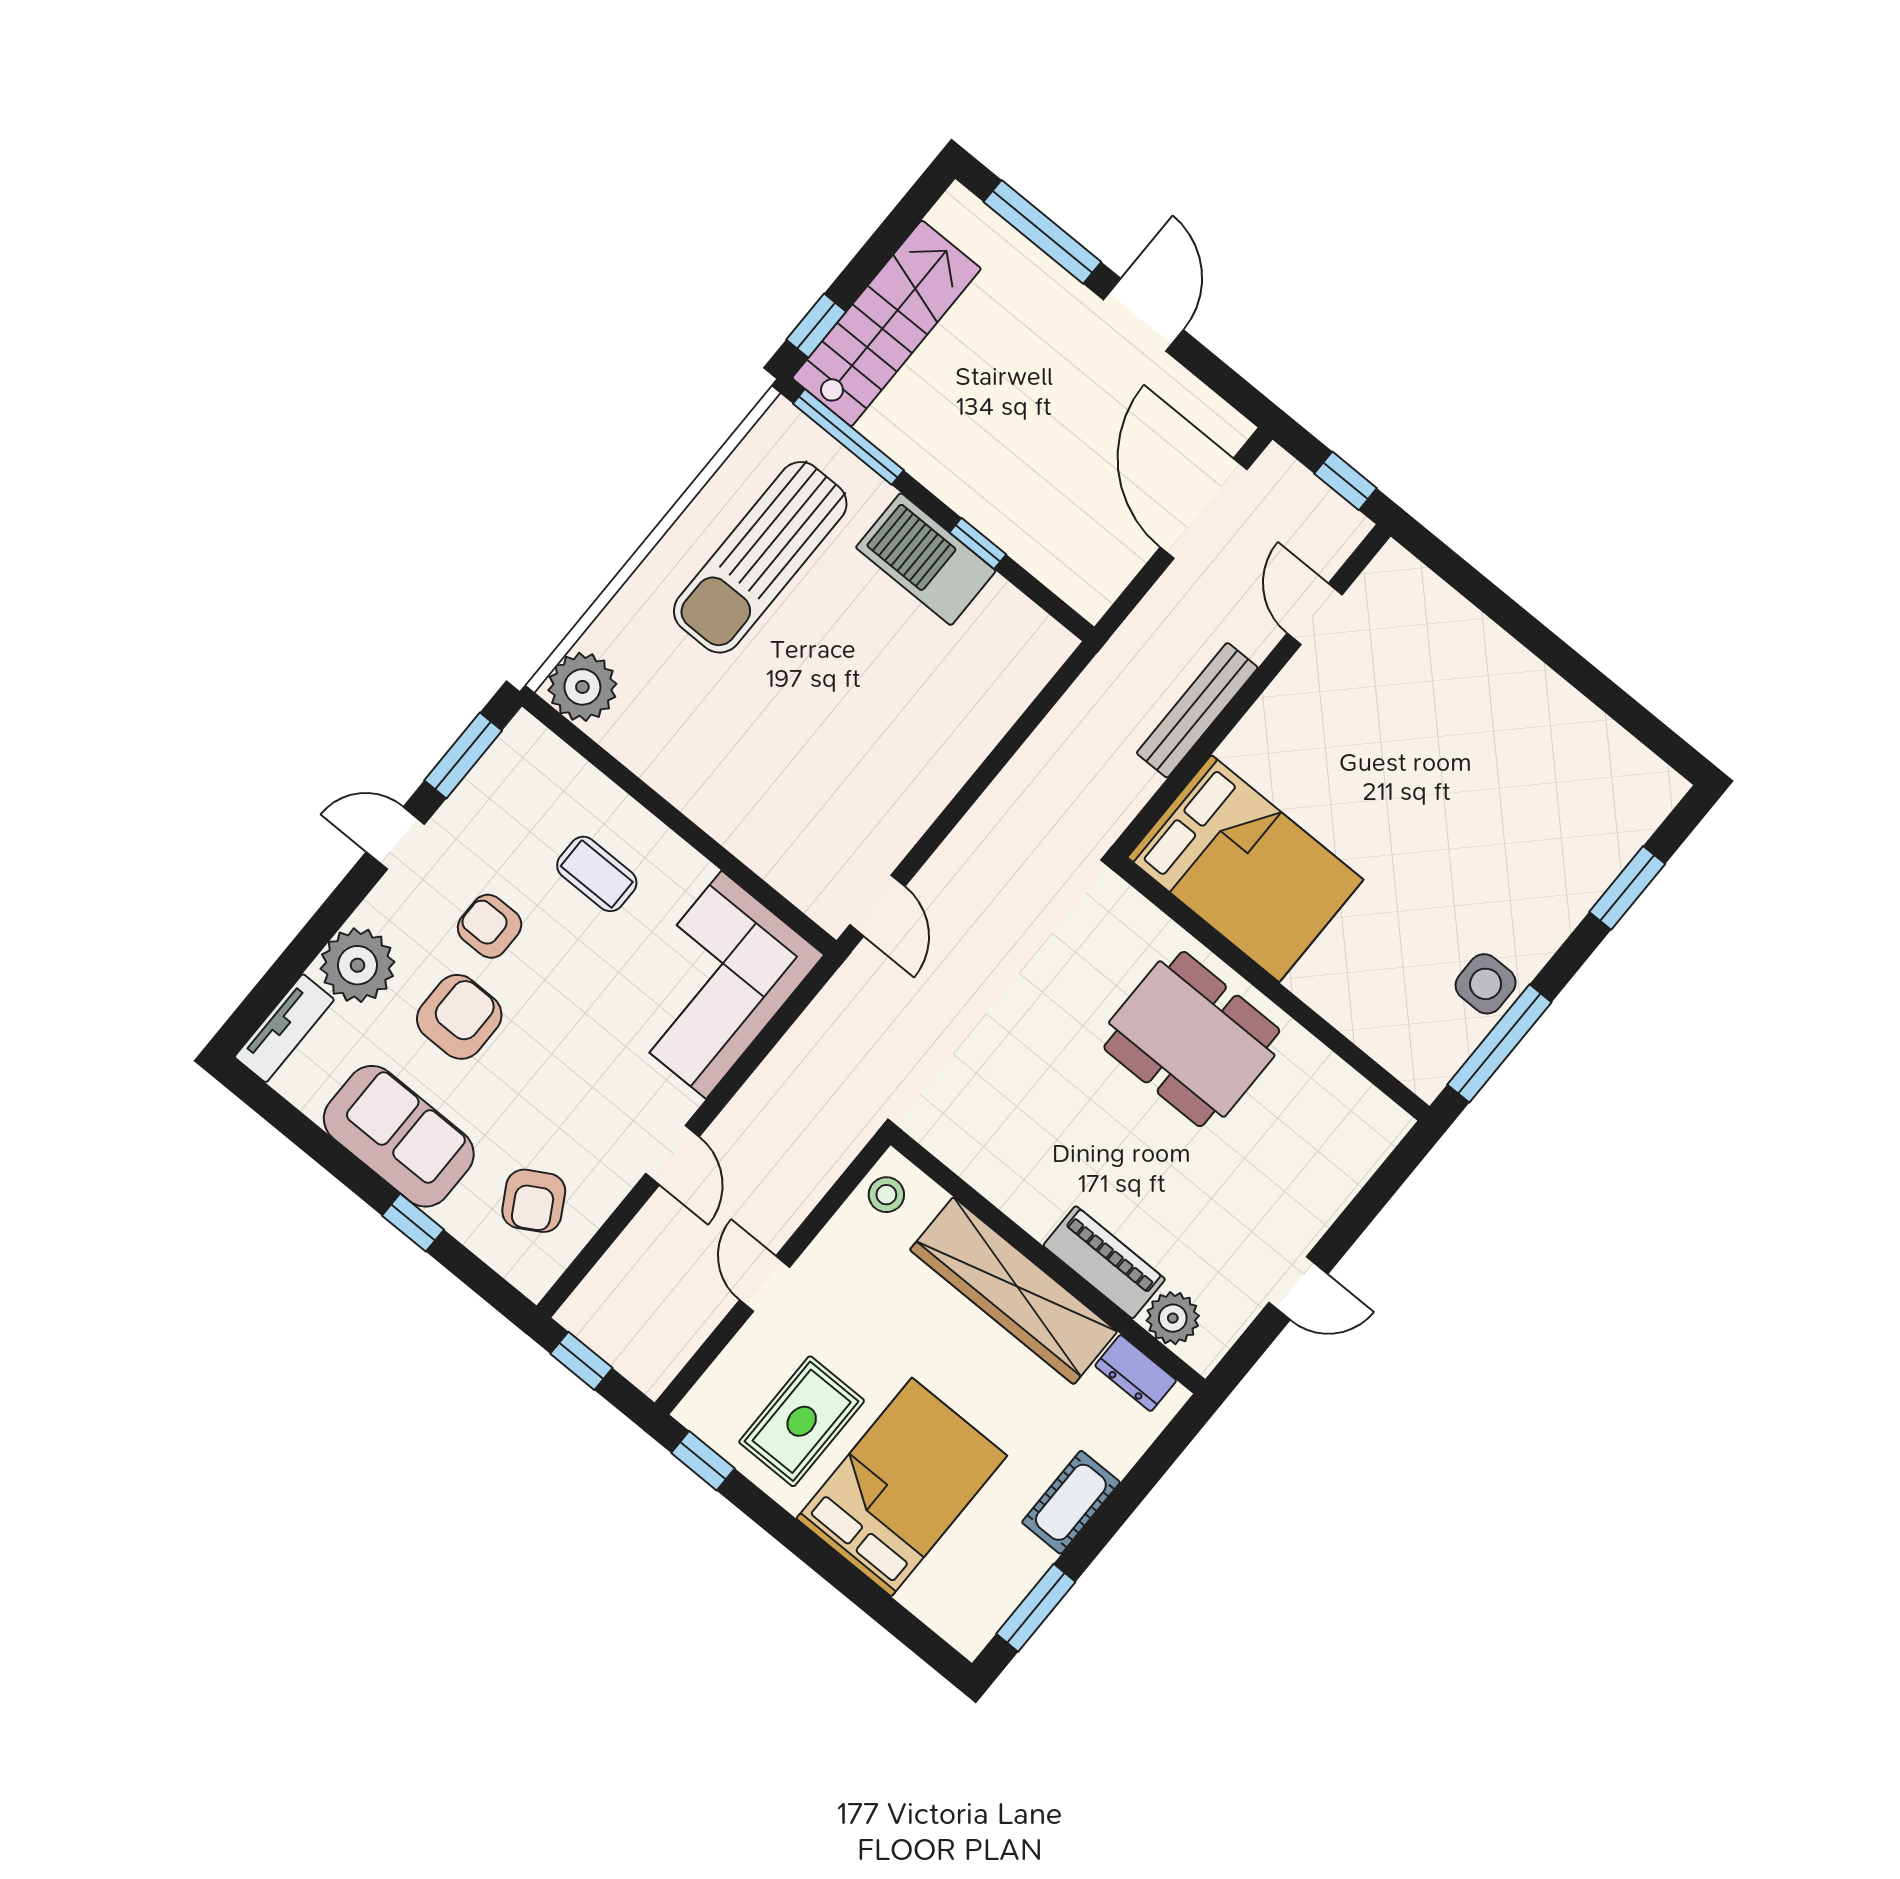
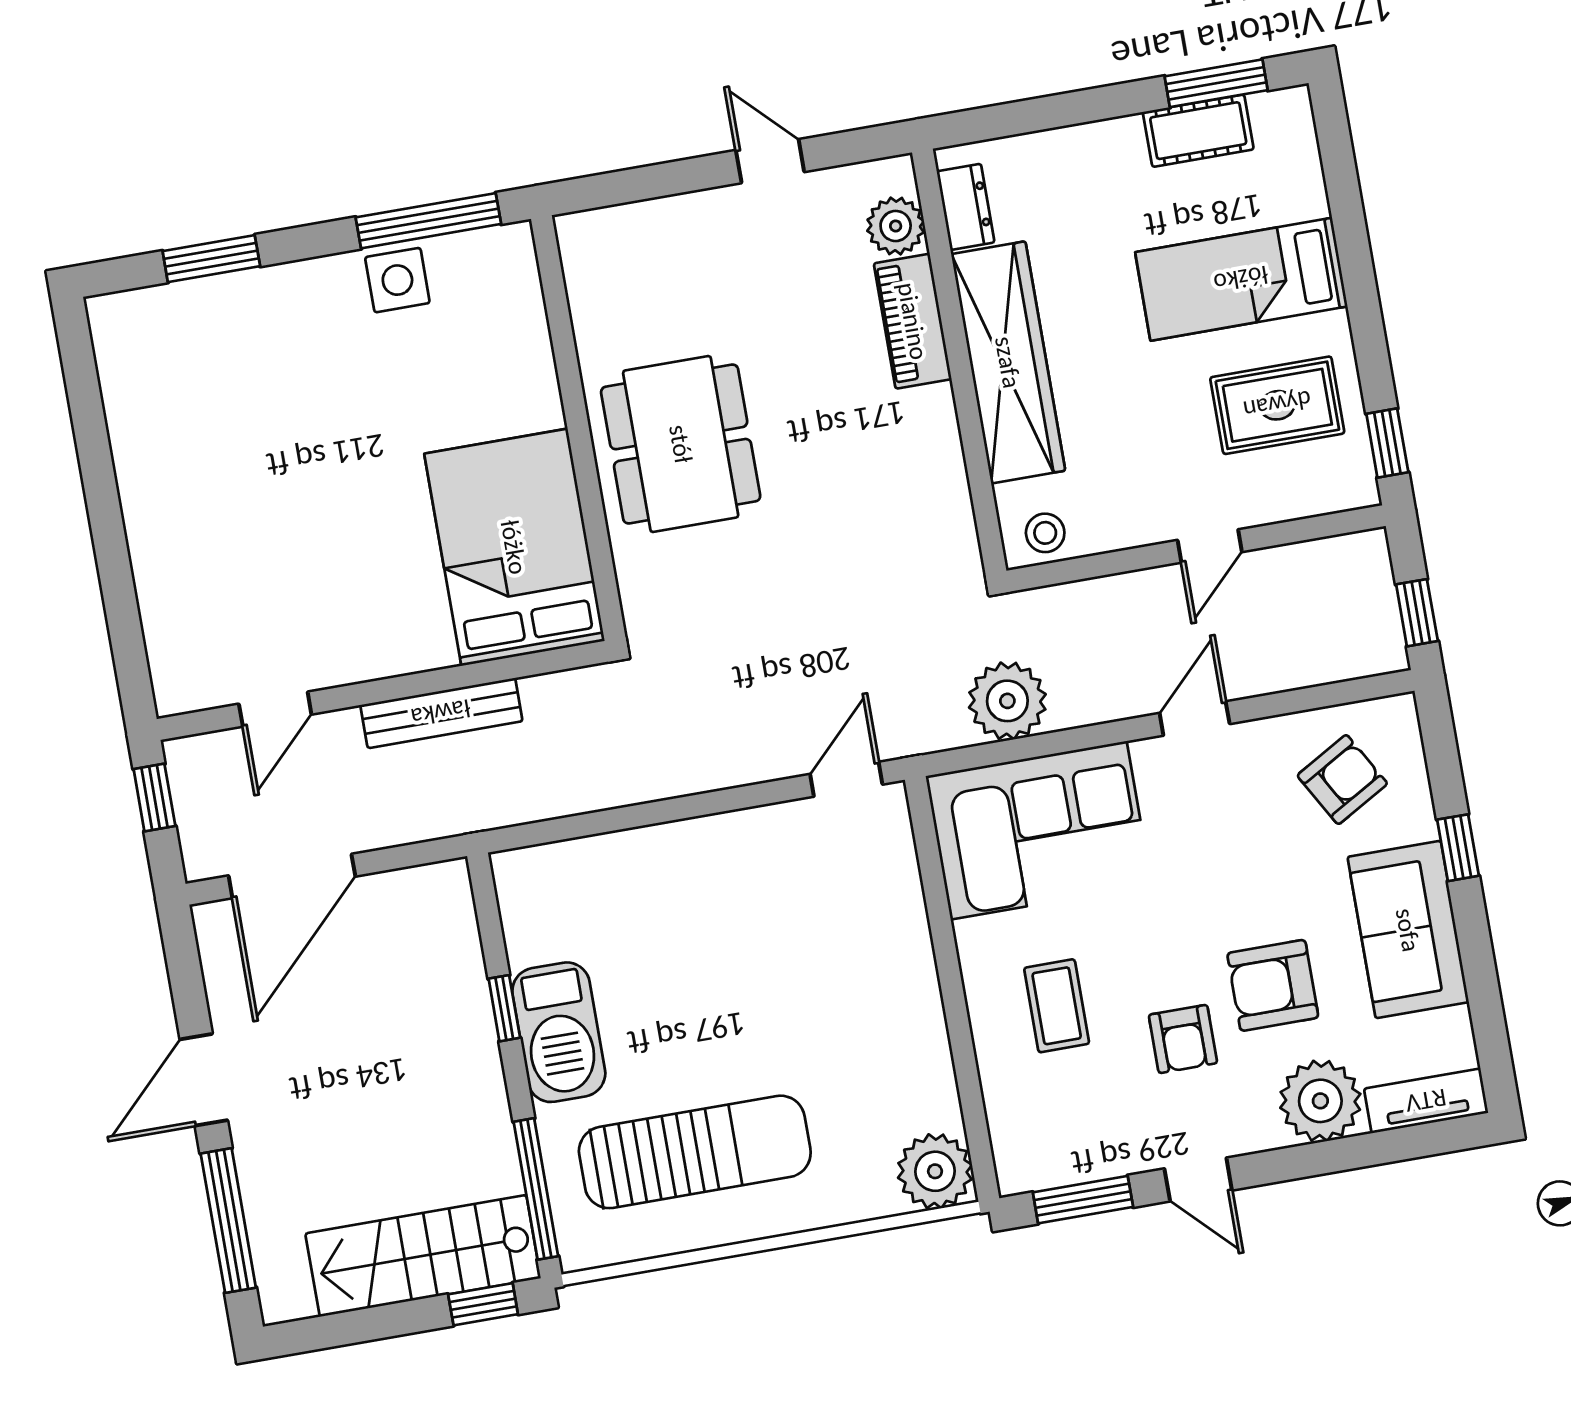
plant: (812, 1056) -> (1007, 701), added
bed: (902, 1487) -> (1241, 279), width x0.67
cot: (1071, 1502) -> (1198, 131), moved

